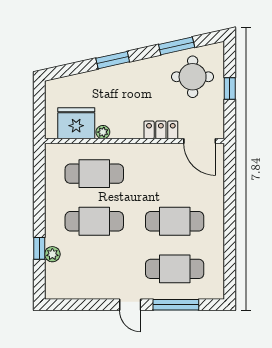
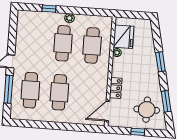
plant: (52, 254) -> (69, 18), moved

